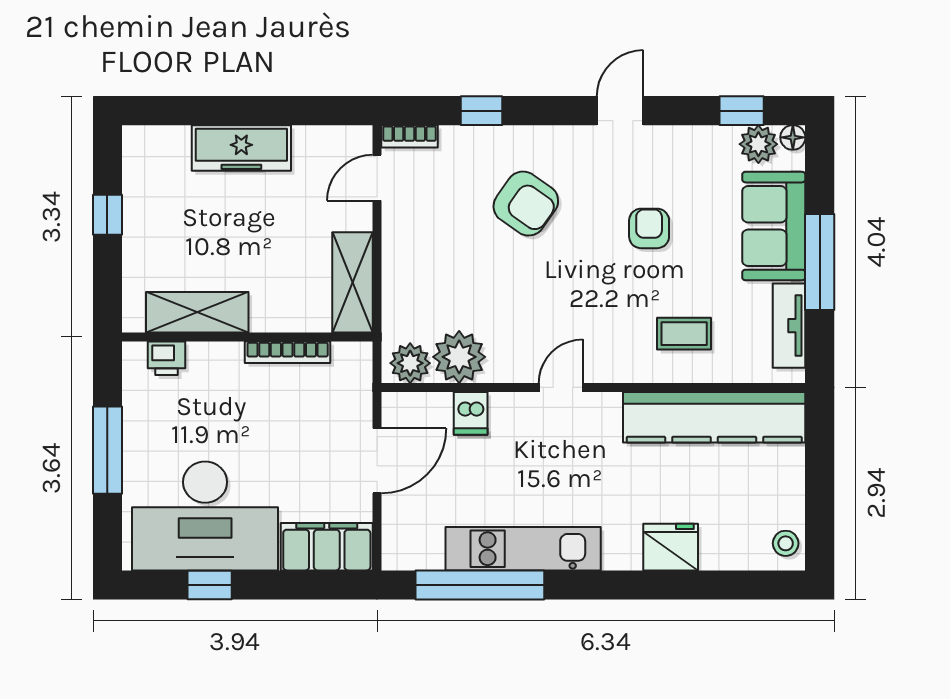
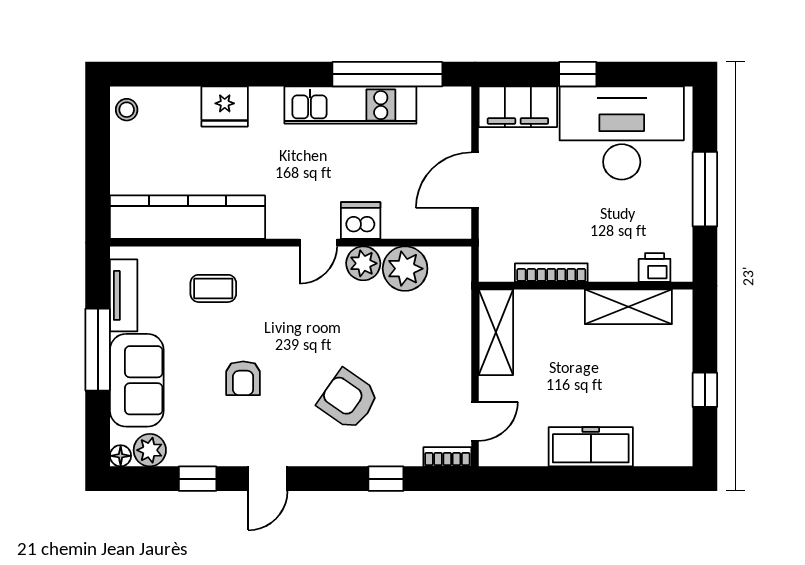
window: (742, 111) -> (198, 479), moved
plant: (410, 363) -> (363, 263), moved
dishwasher: (471, 413) -> (361, 221), moved, width x1.38
window: (210, 585) -> (578, 74), moved

